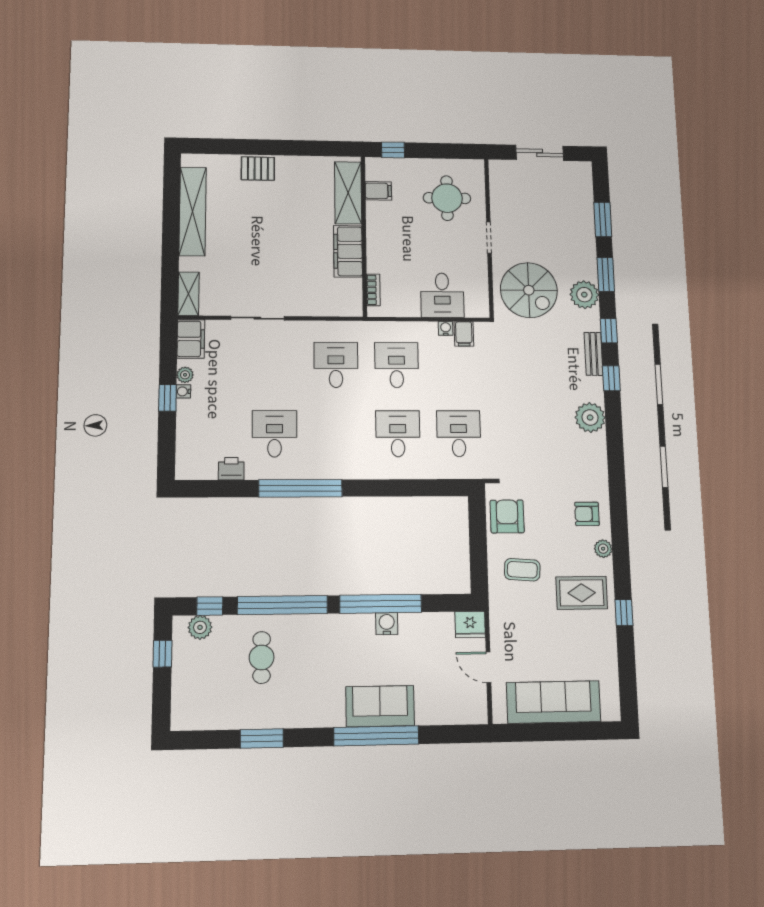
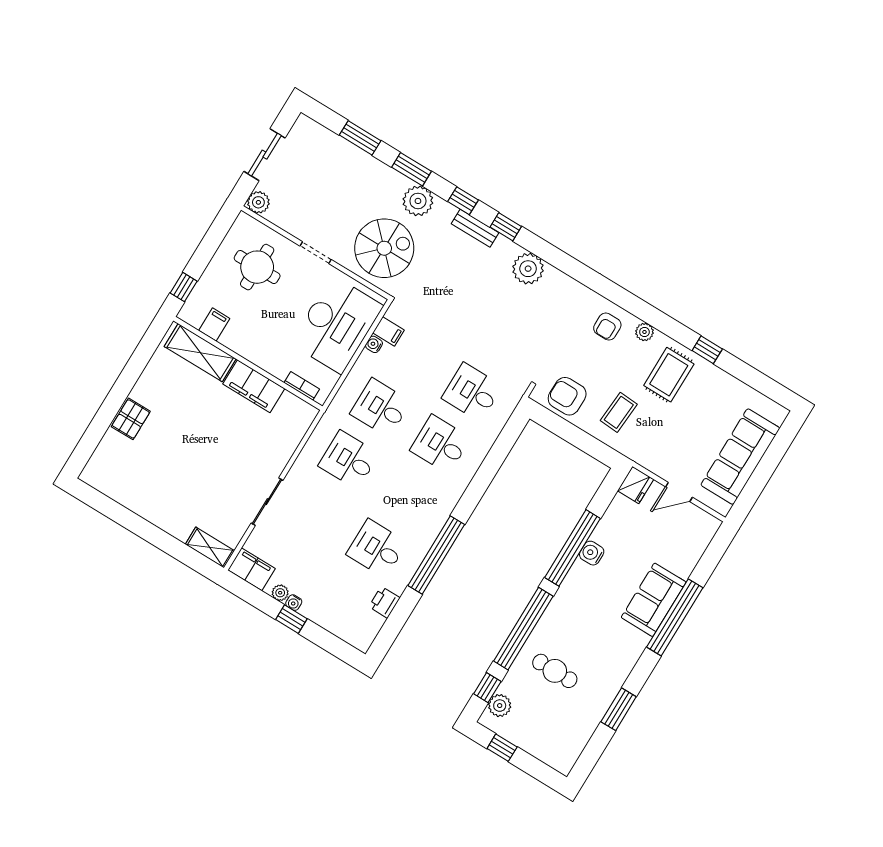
plant: (499, 170) -> (258, 202), added
shelving: (193, 211) -> (137, 500), removed
desk: (442, 295) -> (337, 325), width x1.87, depth x1.30

